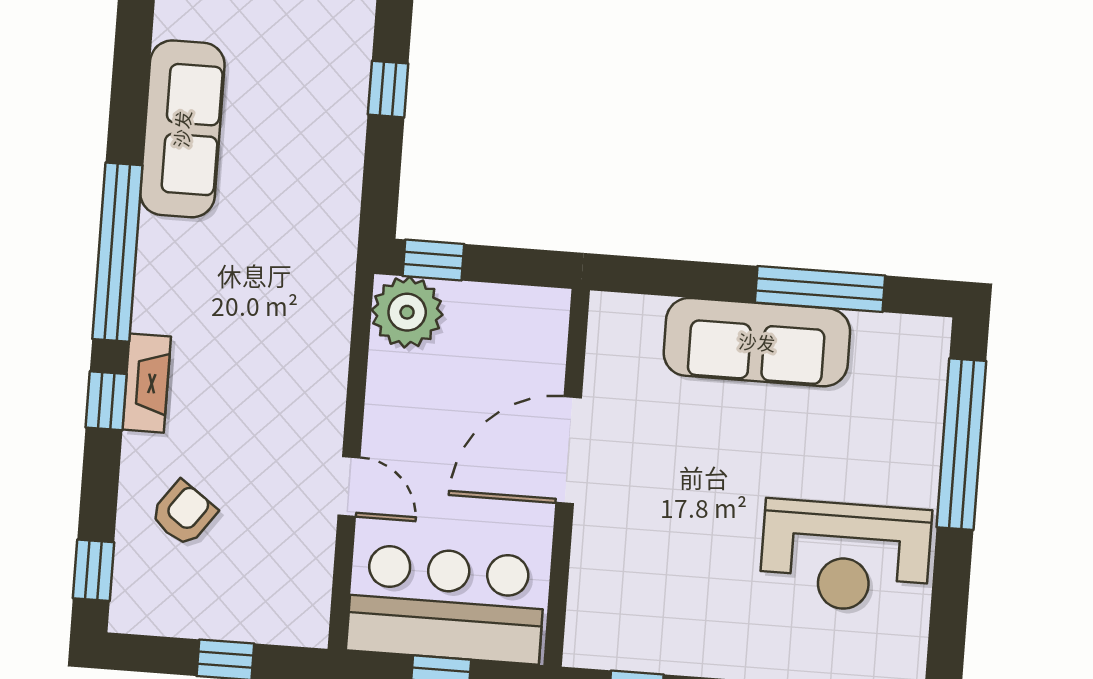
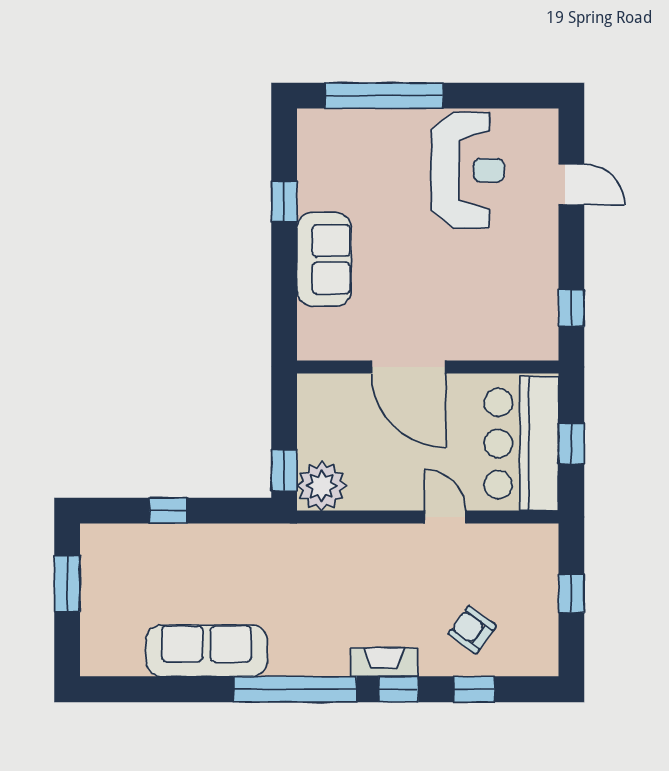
window: (820, 289) -> (284, 202), width x0.46
sofa: (757, 342) -> (324, 259), width x0.73
door: (349, 486) -> (445, 517), hinge flipped
window: (93, 570) -> (474, 689), moved

